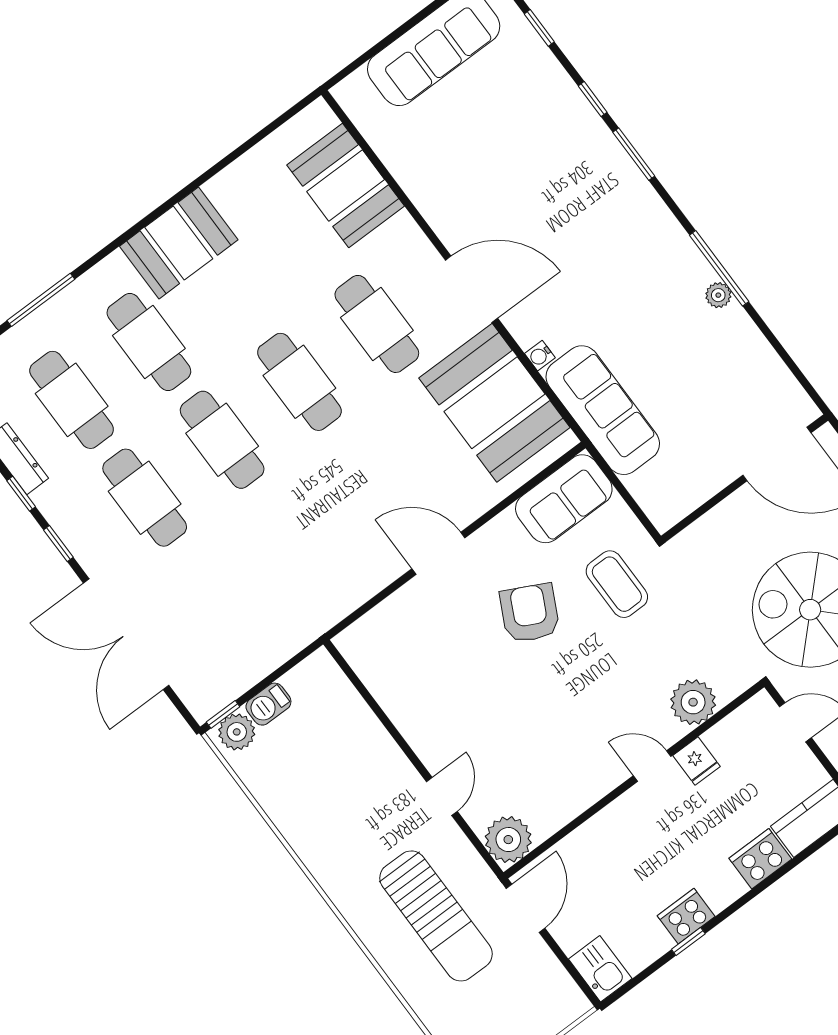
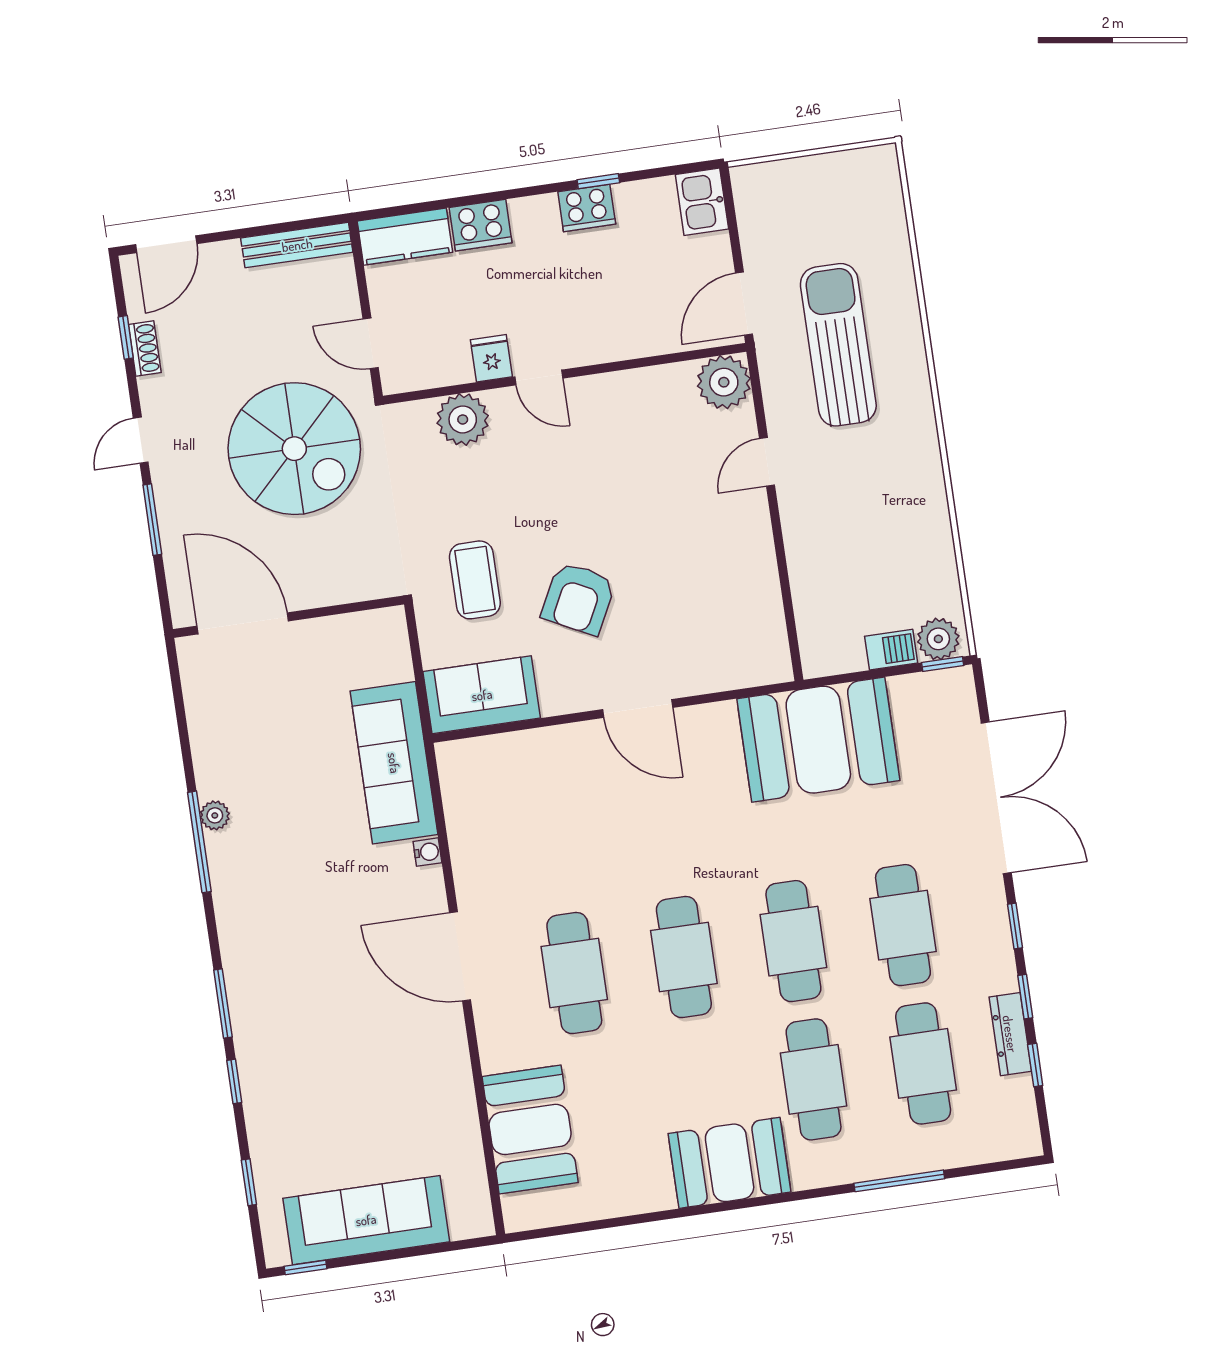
booth: (494, 403) -> (818, 740), moved, turned 90

